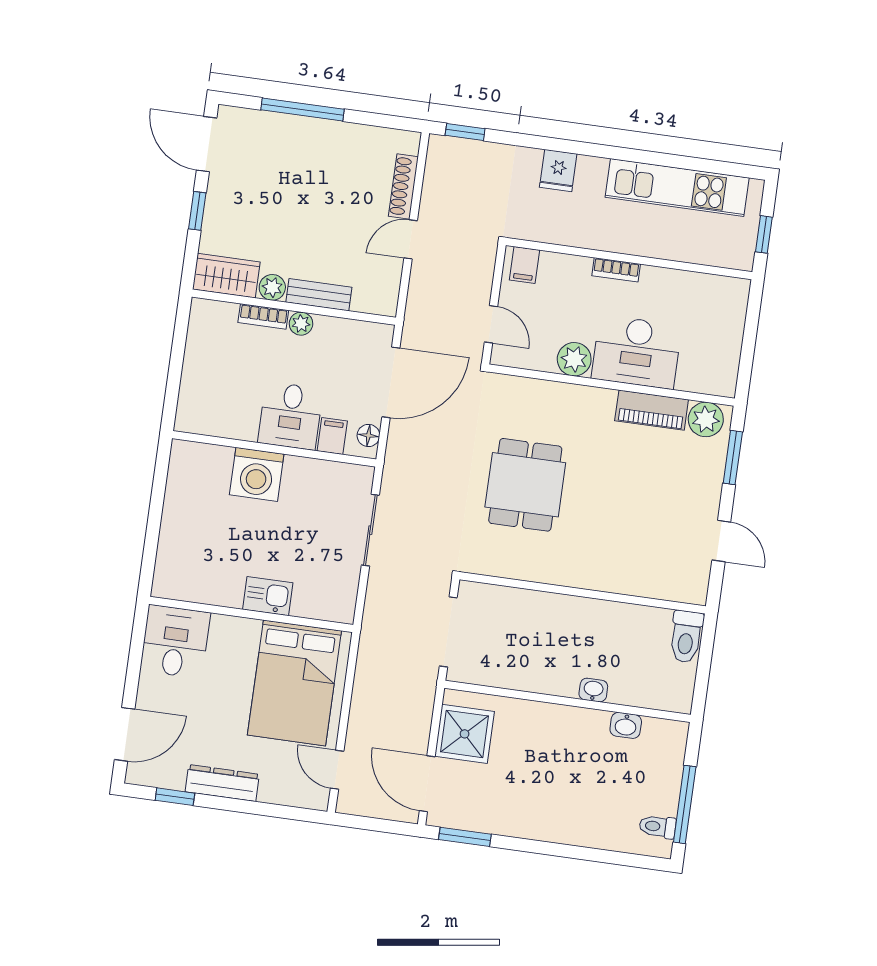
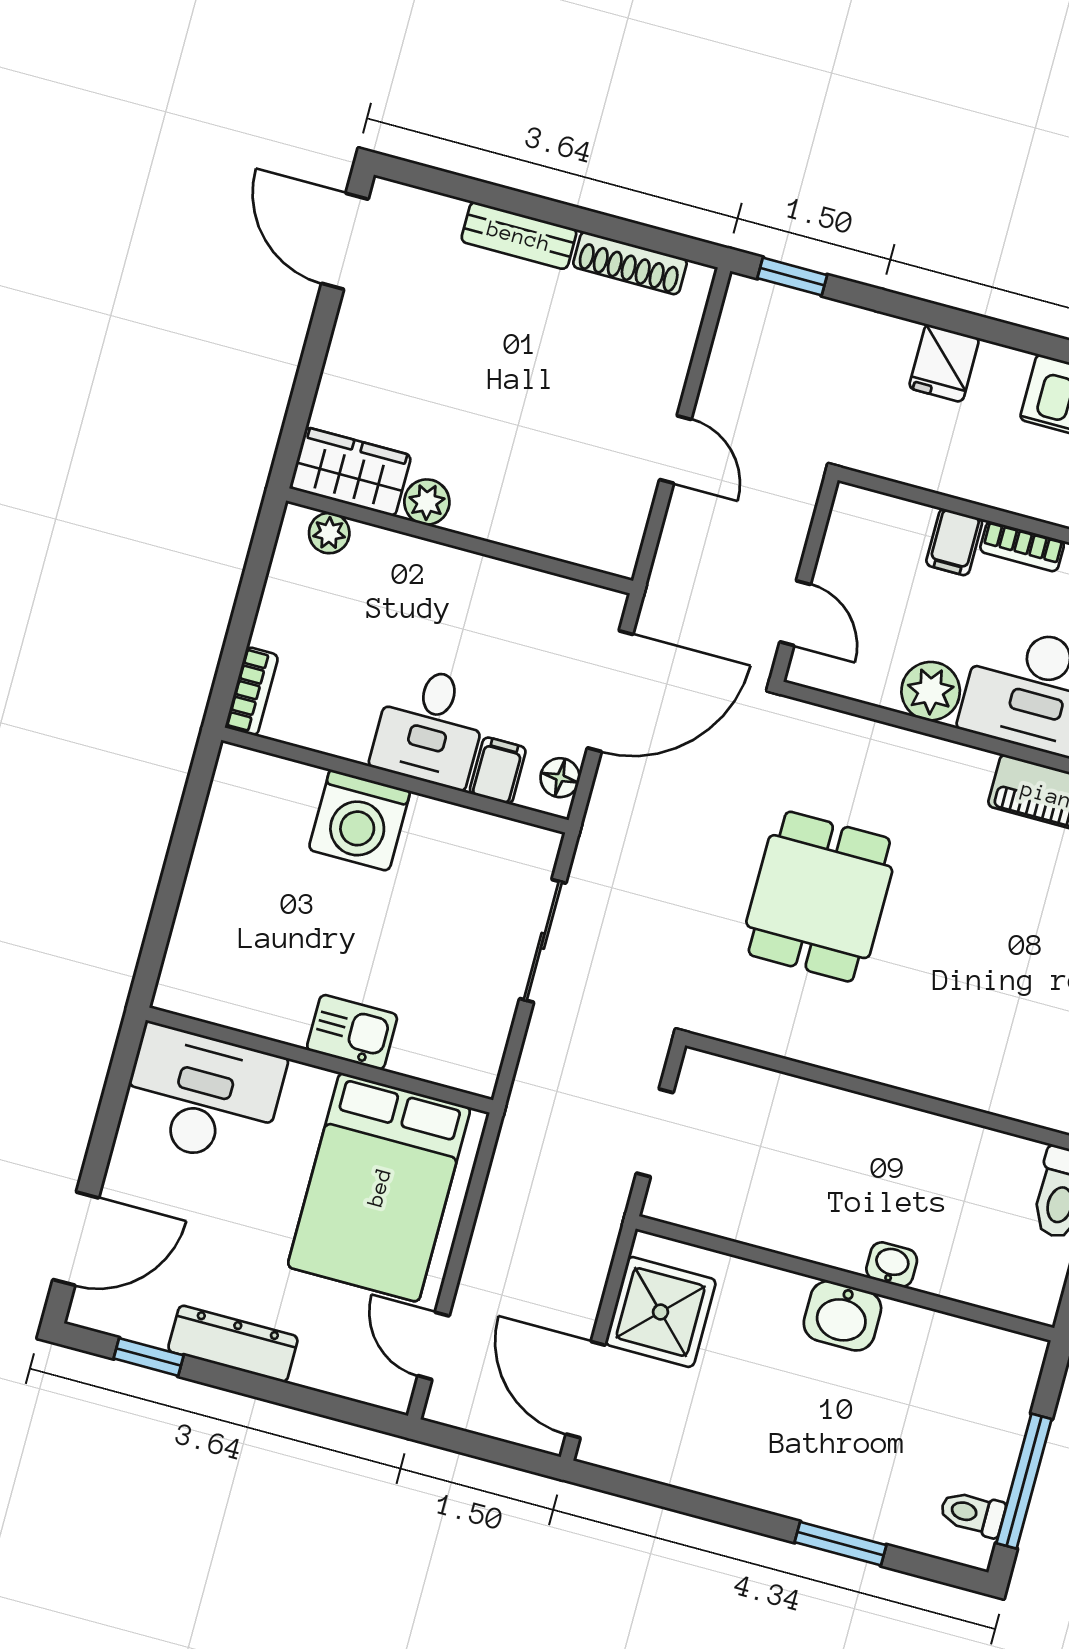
window: (302, 109) -> (517, 202), removed
shoe rack: (403, 186) -> (630, 263), moved, turned -90
window: (197, 211) -> (314, 354), removed
door: (411, 239) -> (675, 449), swing flipped
filing cabinet: (524, 265) -> (954, 542), moved
bench: (319, 295) -> (519, 236), moved
bookcase: (263, 316) -> (252, 691), moved, turned -90
plant: (301, 324) -> (329, 533), moved
doorway: (448, 632) -> (655, 1133), width x0.73
desk: (175, 642) -> (202, 1096), width x1.37
washbasin: (626, 725) -> (842, 1316), moved, width x1.38, depth x1.45
window: (465, 837) -> (840, 1544), moved

